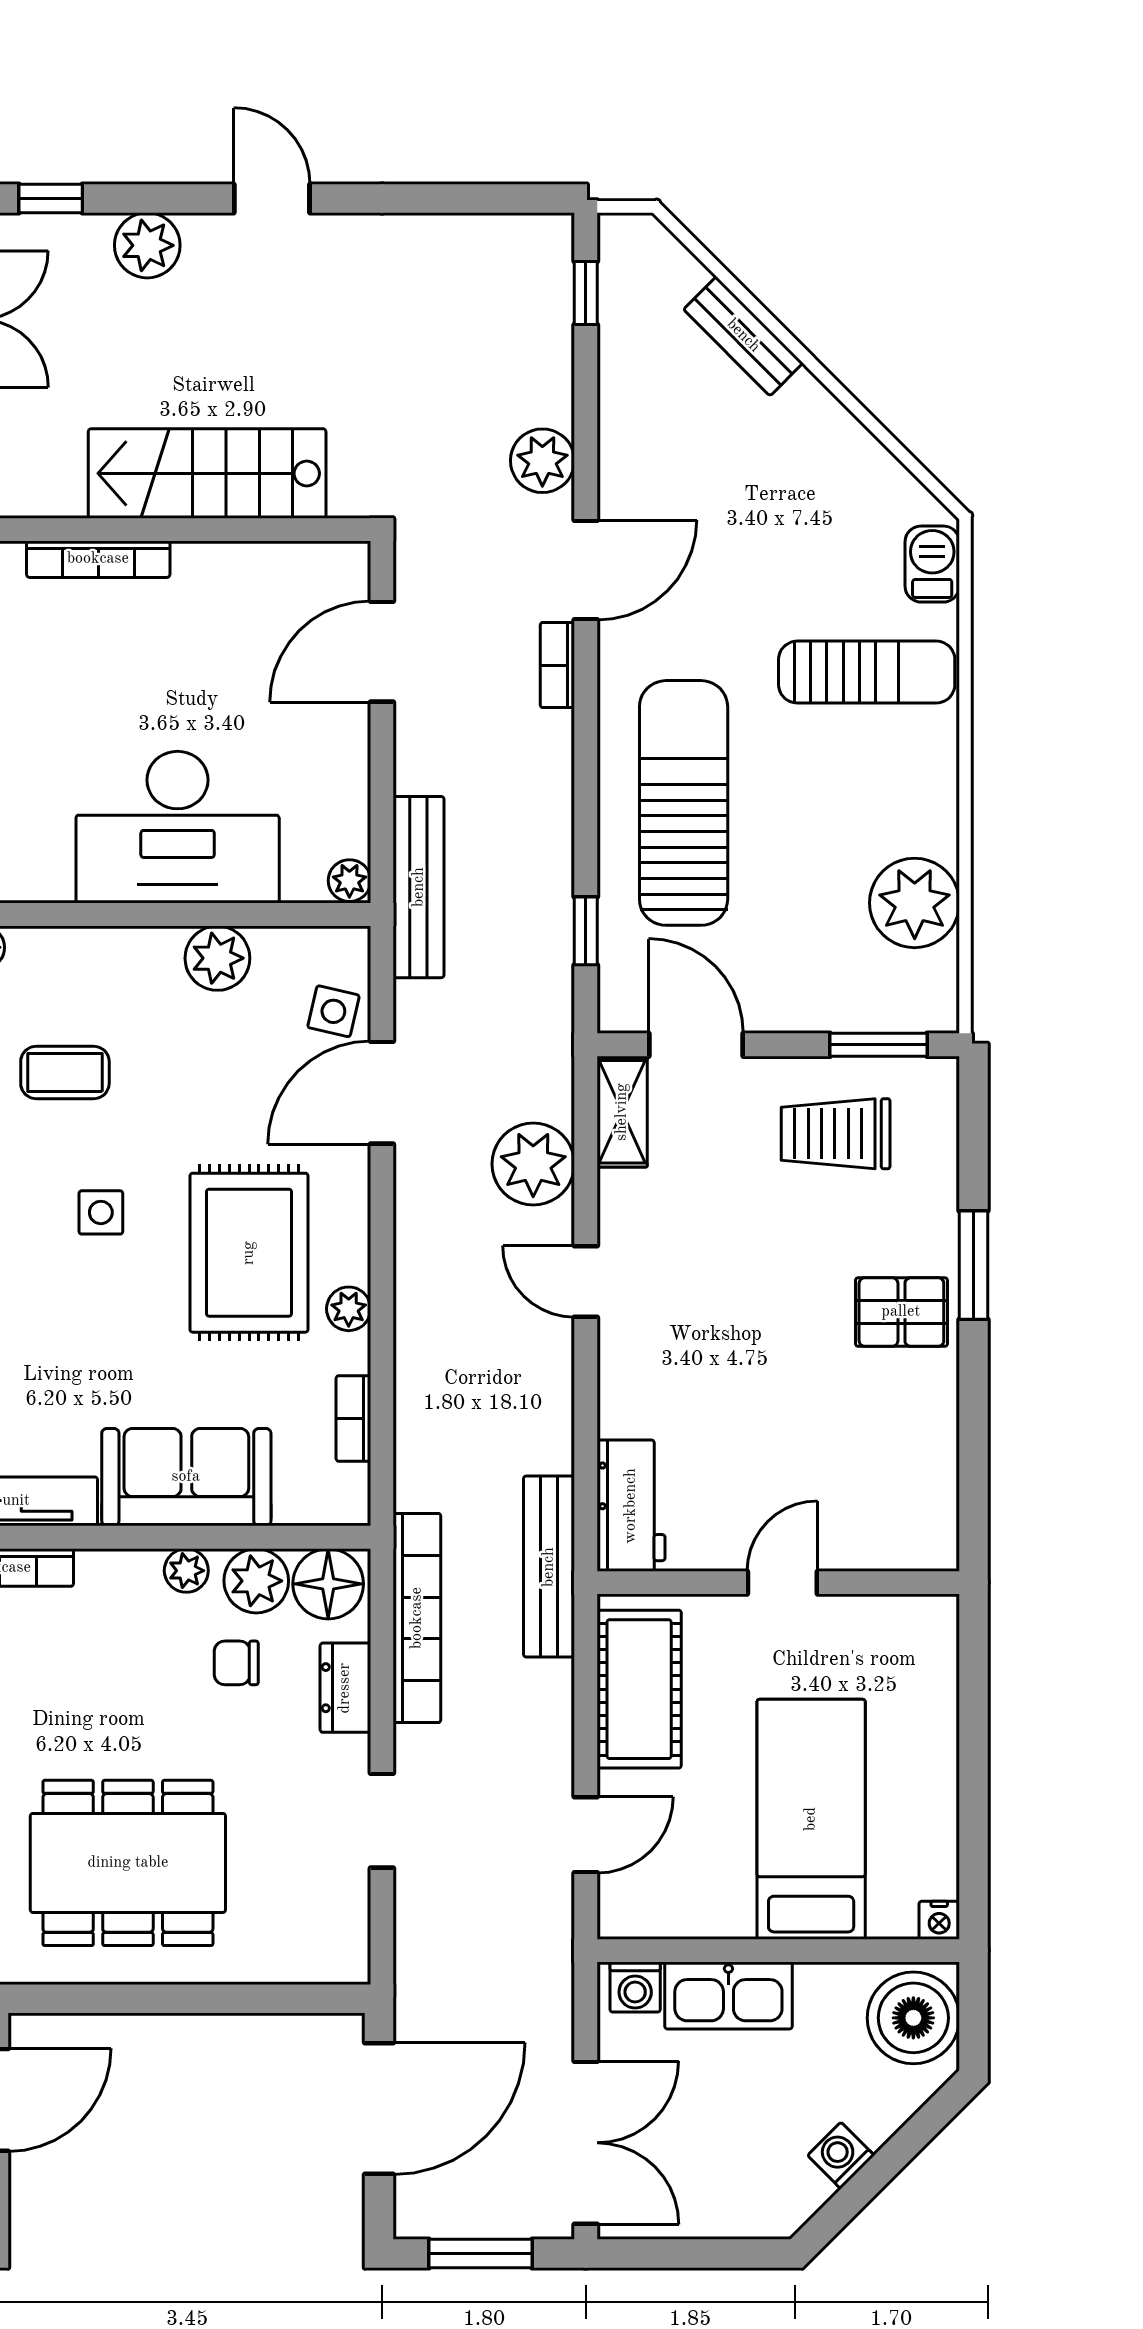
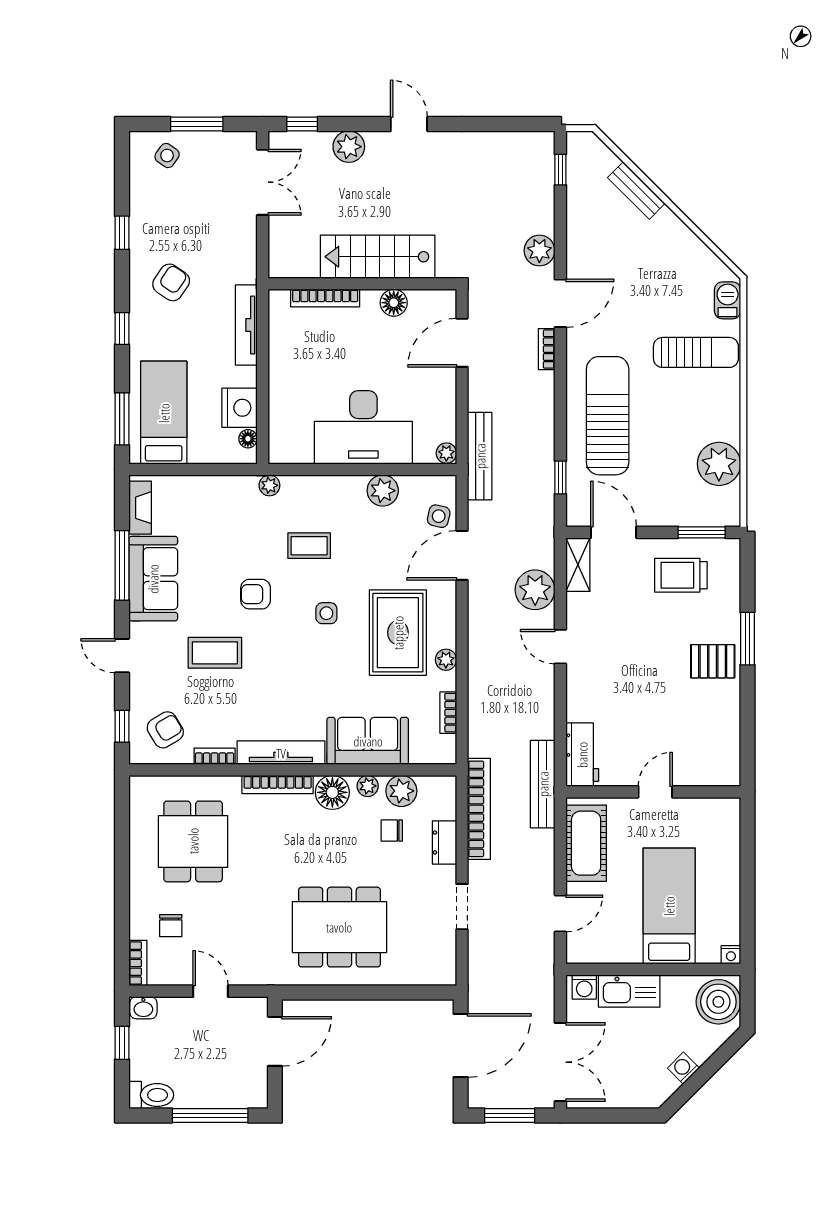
floor lamp: (240, 569) -> (394, 303), added
floor lamp: (328, 1584) -> (332, 792), moved

